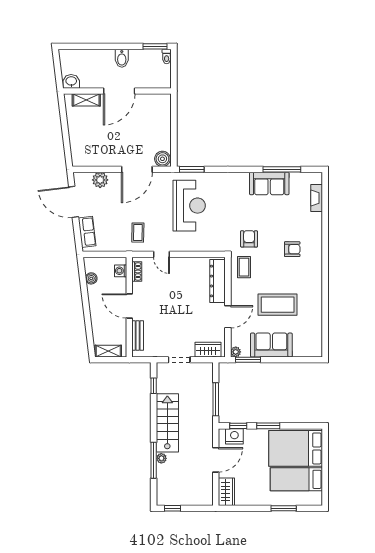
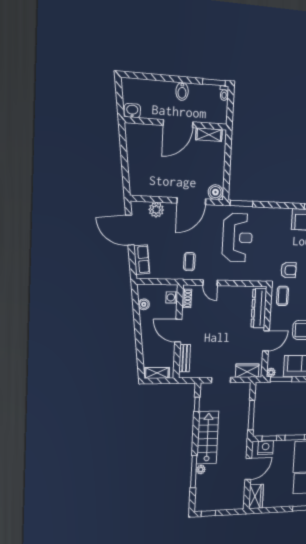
shelving: (86, 100) -> (209, 135), moved
armchair: (249, 239) -> (289, 270), turned 90

